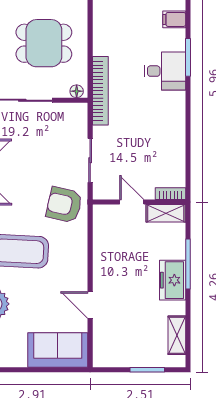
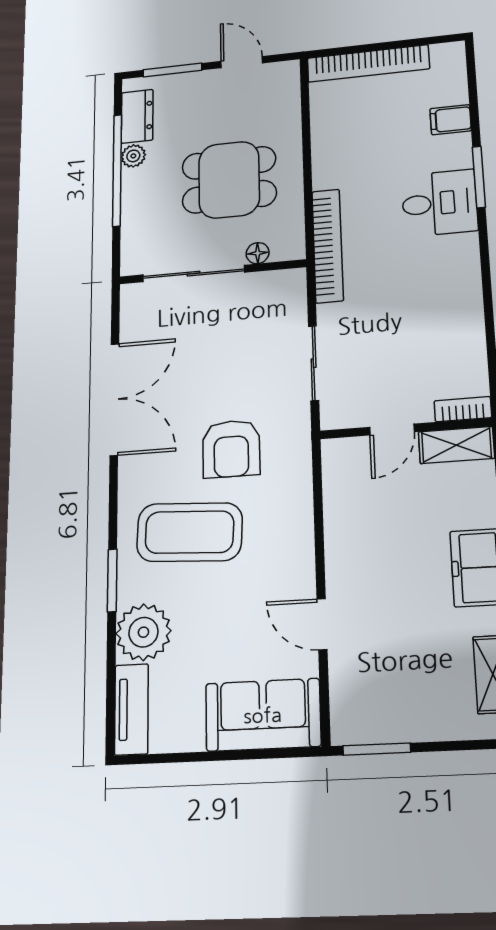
floor lamp: (77, 91) -> (258, 253), moved
door: (132, 202) -> (392, 430), swing flipped
armchair: (64, 205) -> (231, 449), moved, turned -103
window: (147, 370) -> (377, 749), moved

